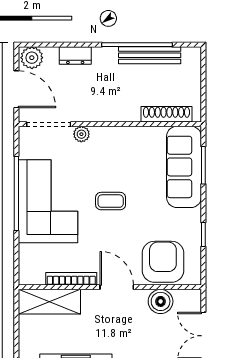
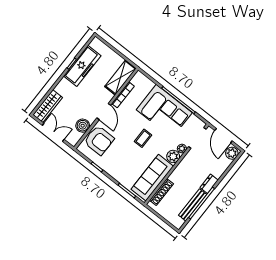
dresser: (75, 56) -> (209, 184), moved
door: (16, 89) -> (223, 136), hinge flipped
plant: (103, 138) -> (173, 156), added
sofa: (184, 167) -> (152, 178), moved, turned -90
door: (117, 287) -> (104, 112), hinge flipped

